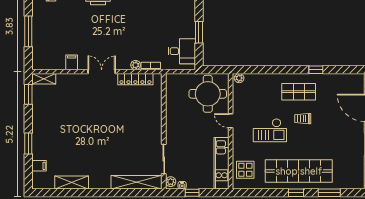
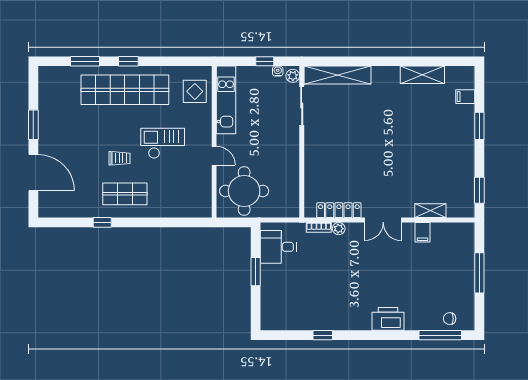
plant: (239, 78) -> (203, 212), removed
shelving: (44, 79) -> (430, 211), moved

